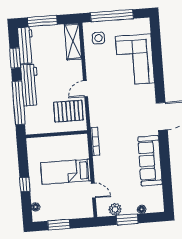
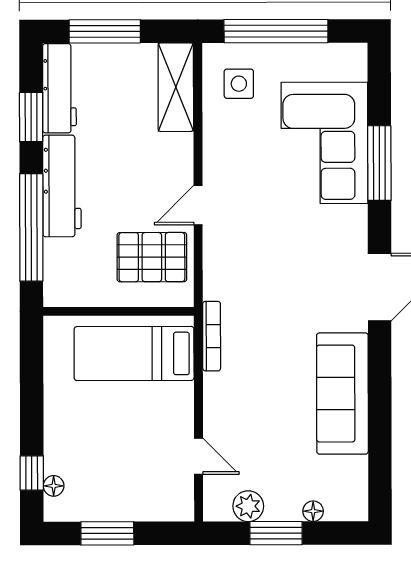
window: (158, 66) -> (379, 163), added
bed: (66, 172) -> (134, 354), moved
window: (25, 185) -> (32, 473), moved

